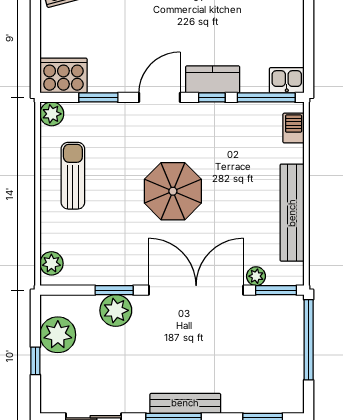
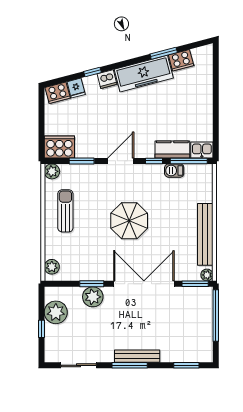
kitchen counter: (213, 79) -> (172, 149), moved
barbecue: (294, 128) -> (174, 171), moved, turned -90
plant: (256, 276) -> (207, 275), moved

